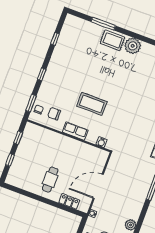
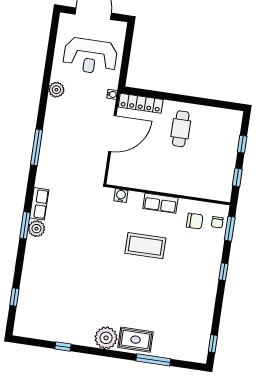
window: (55, 39) -> (213, 344), moved
locker: (69, 201) -> (141, 103), width x1.53

